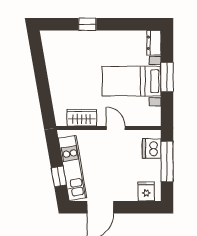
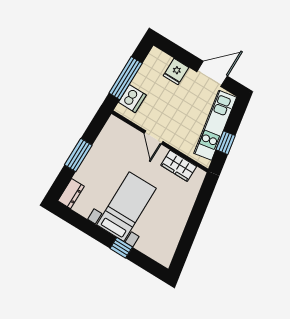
bed with nightstands: (132, 81) -> (127, 207), moved, turned -90
window: (59, 176) -> (226, 143), moved
fridge: (146, 191) -> (176, 72), moved

